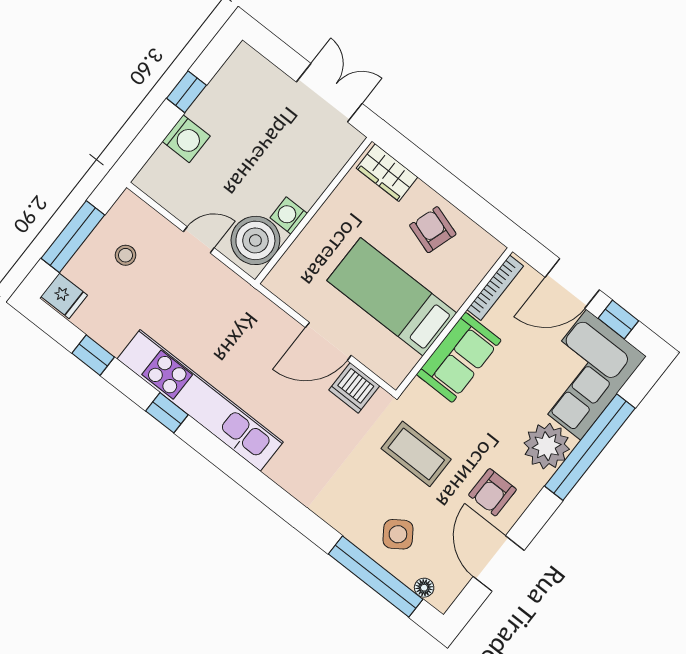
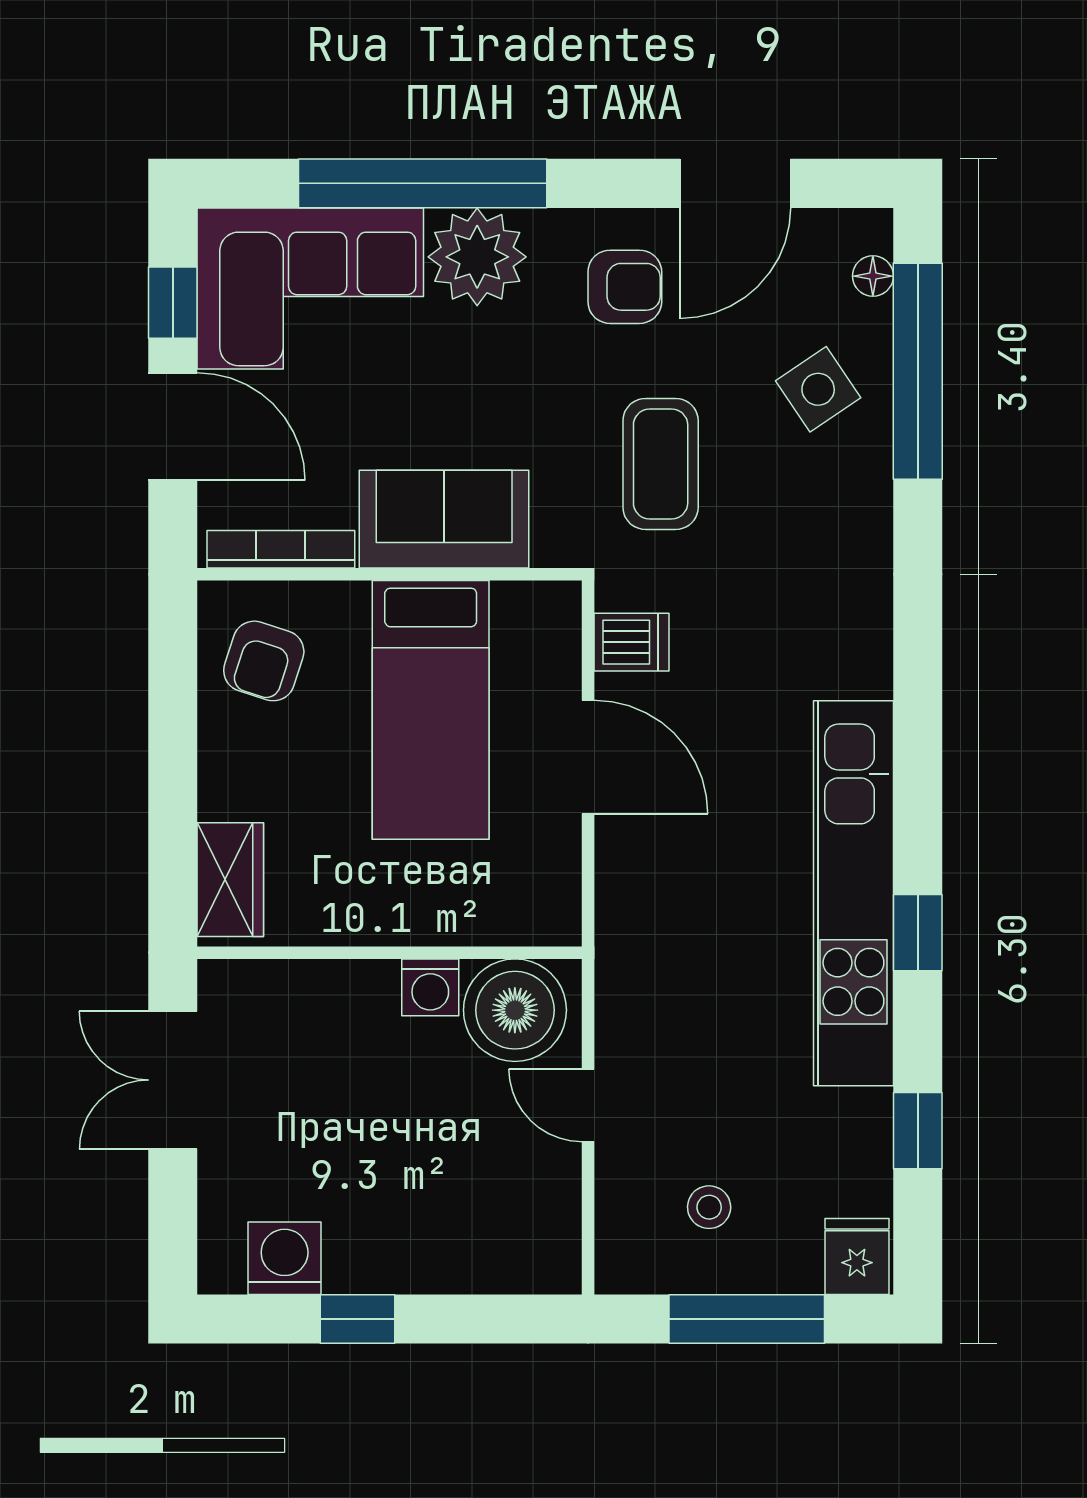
washing machine: (186, 139) -> (285, 1258), moved
armchair: (433, 230) -> (264, 661), moved
dishwasher: (354, 388) -> (631, 642), width x0.73

